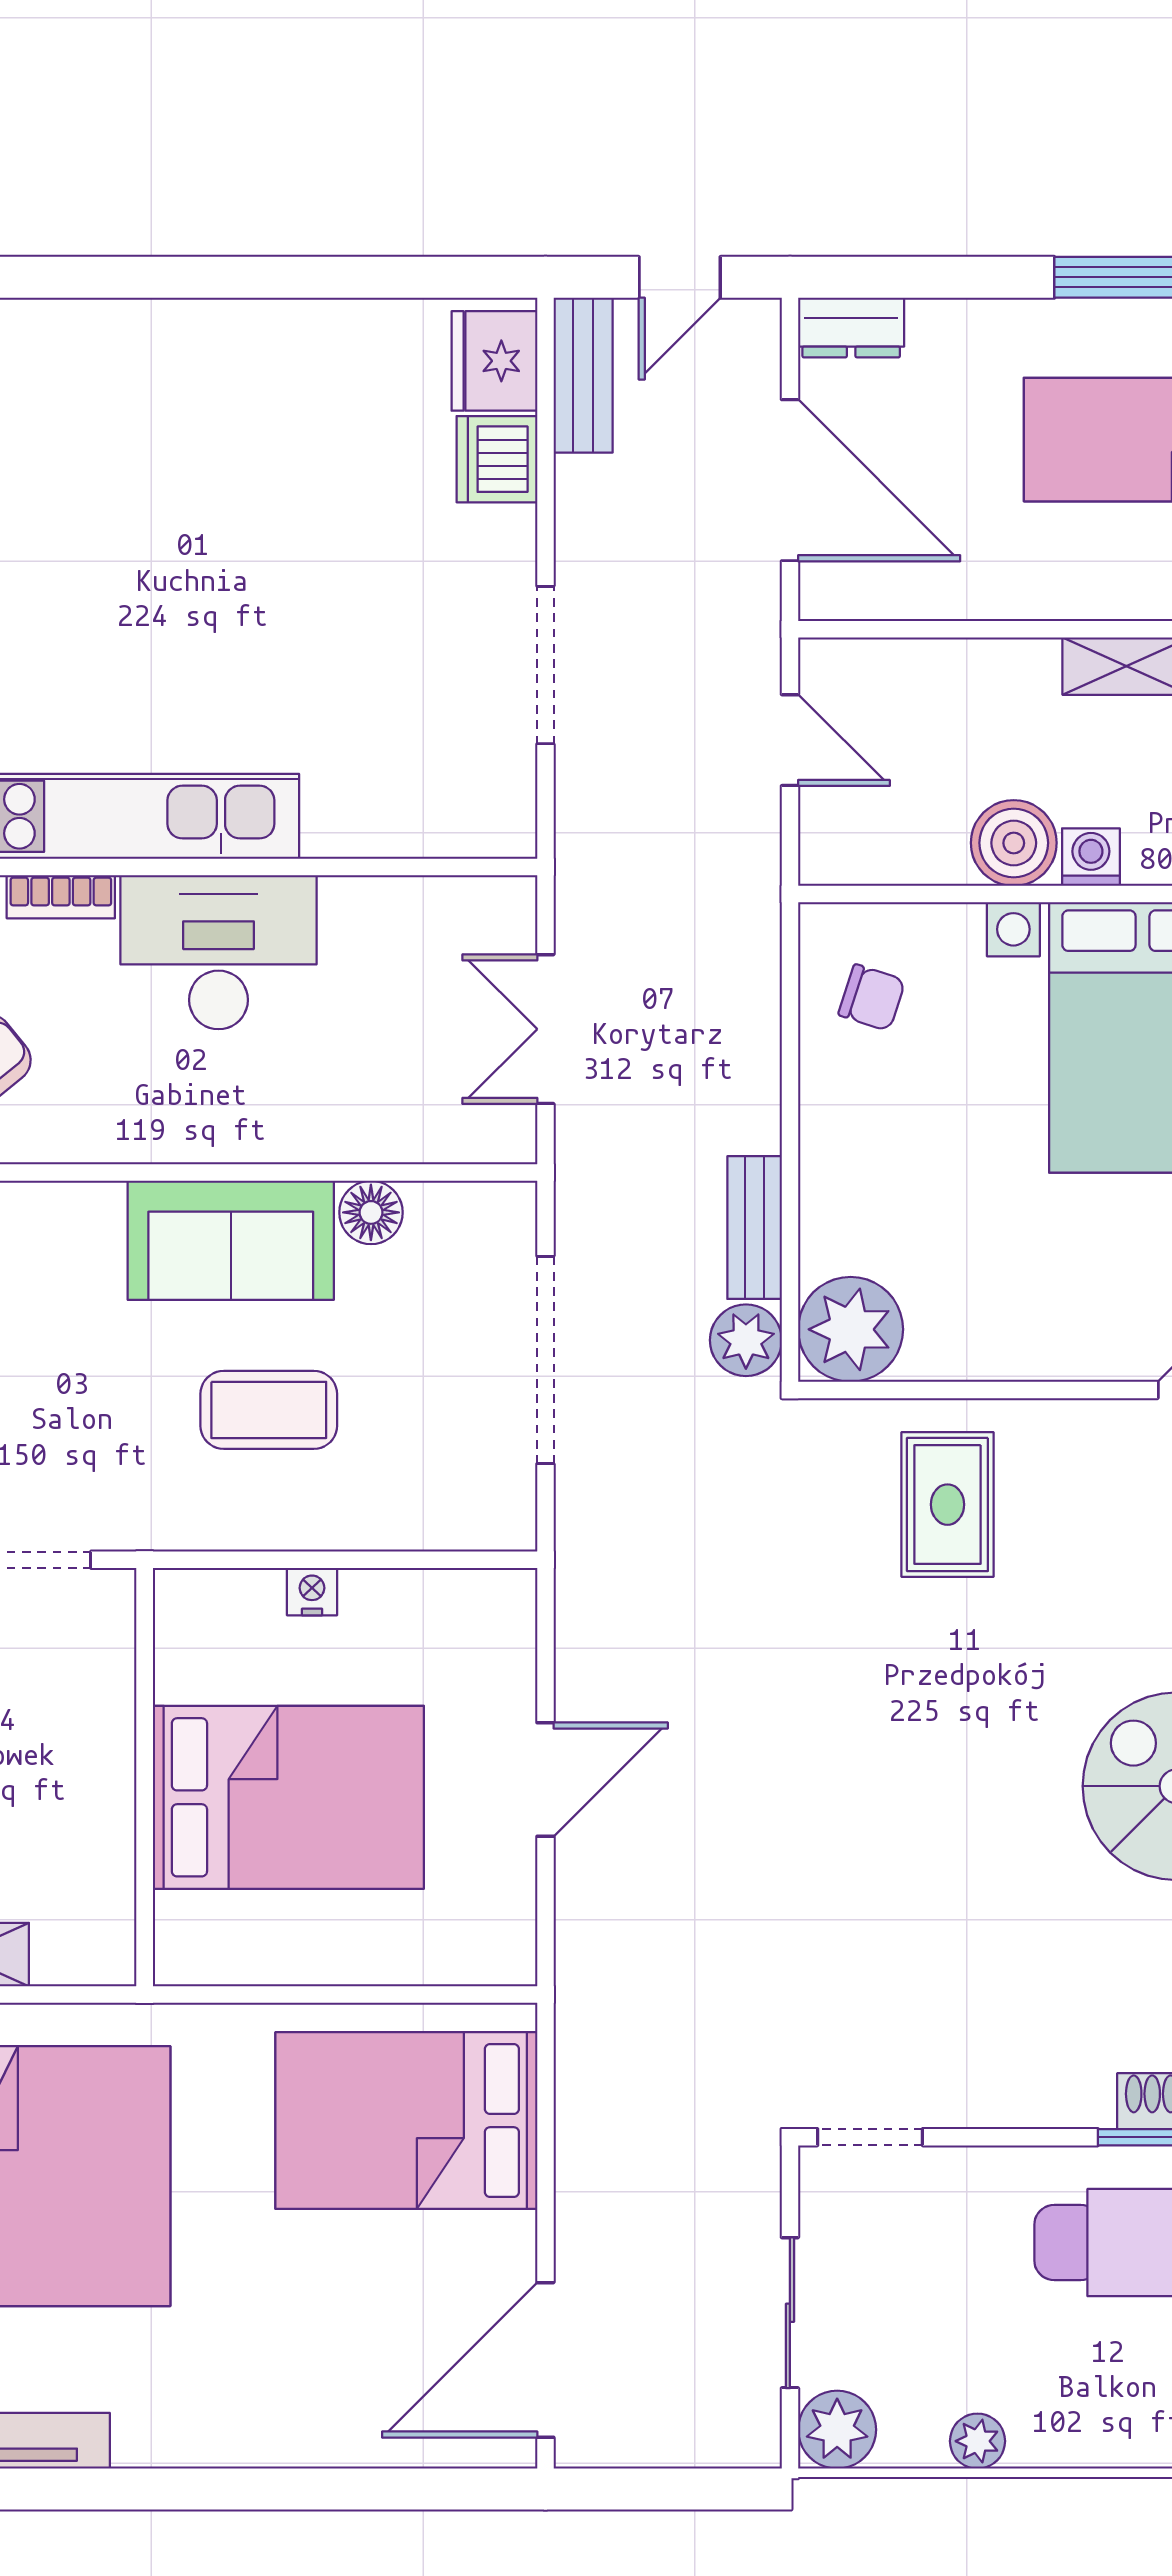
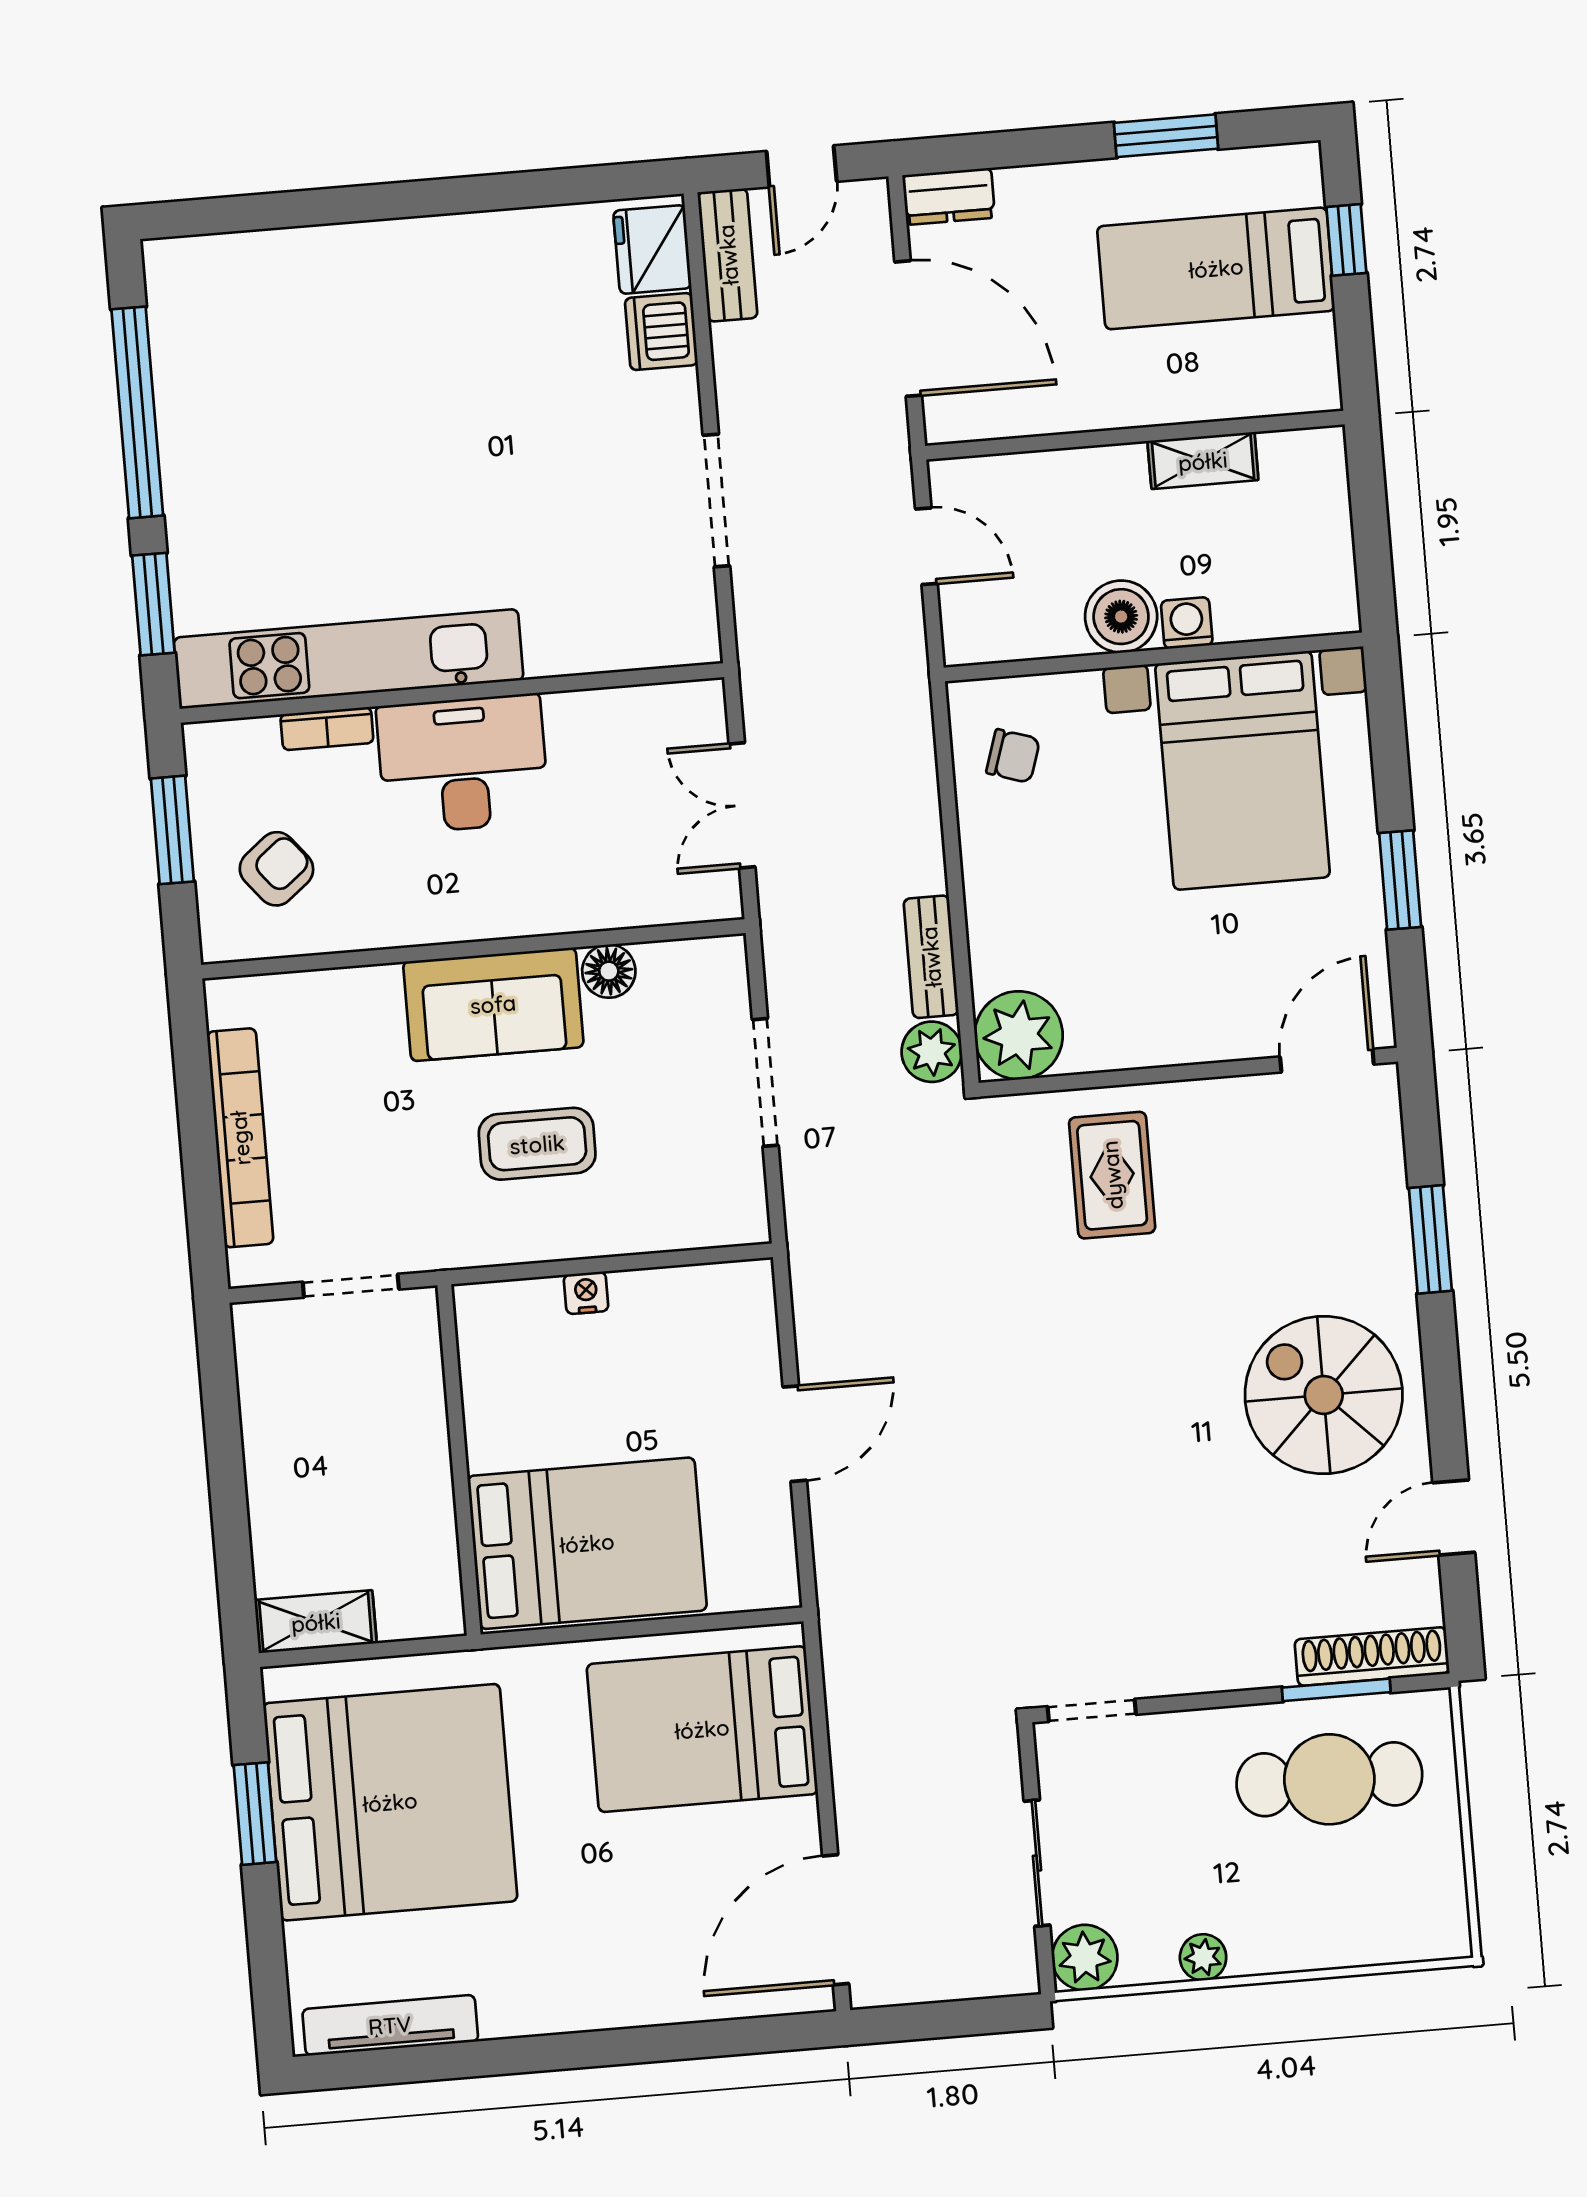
doorway: (545, 1360) -> (765, 1082), width x0.73
bed: (288, 1797) -> (587, 1543), moved

